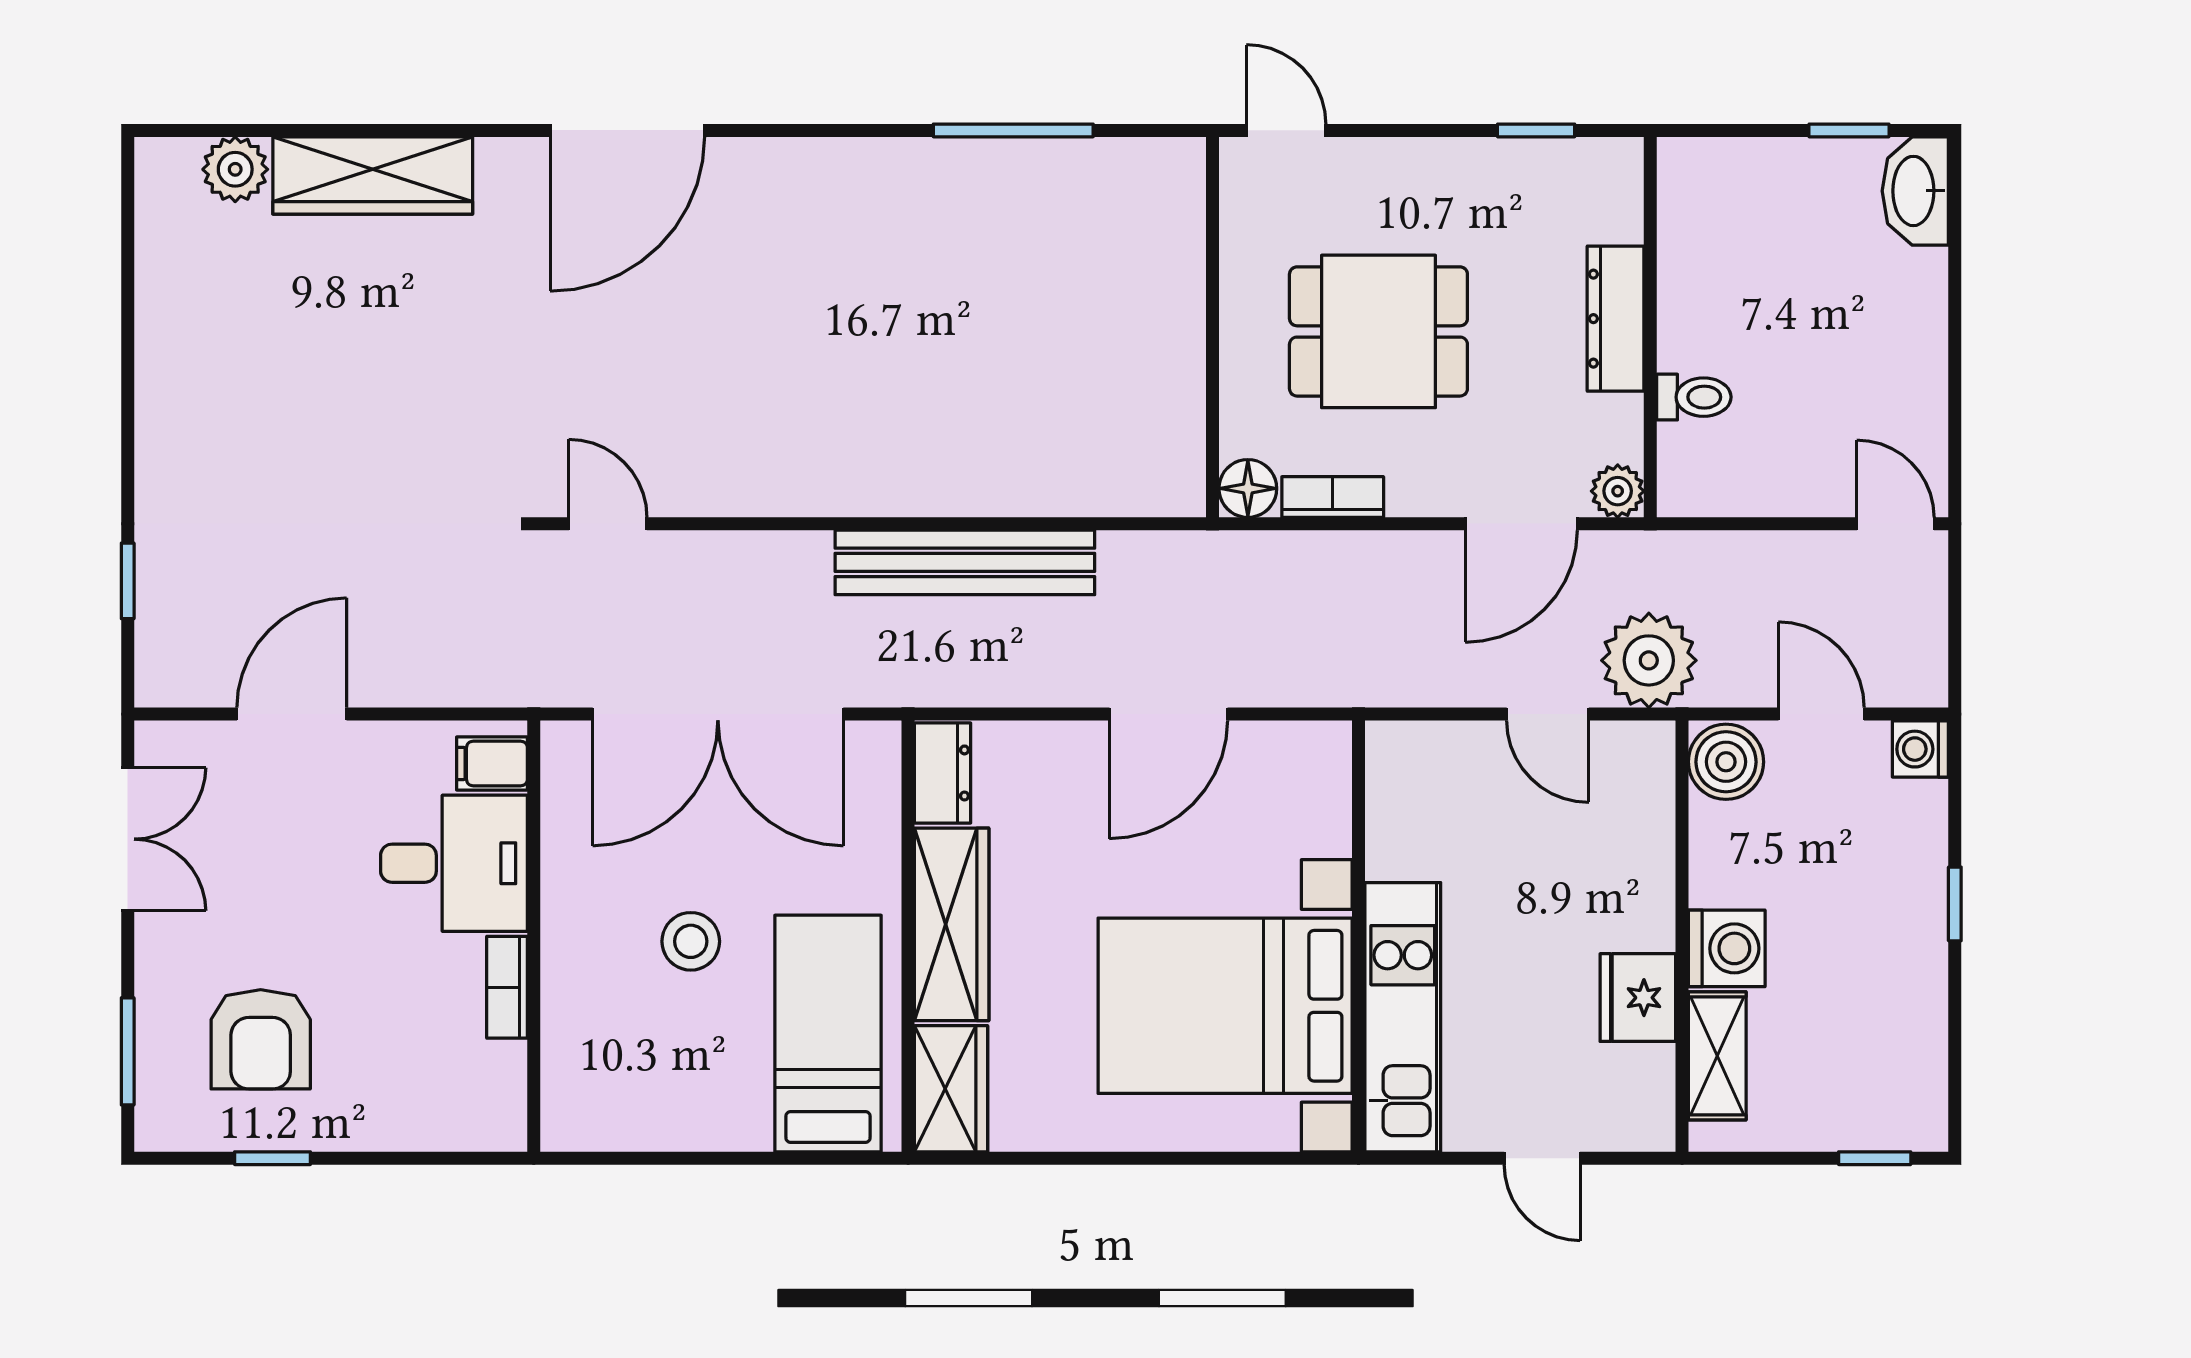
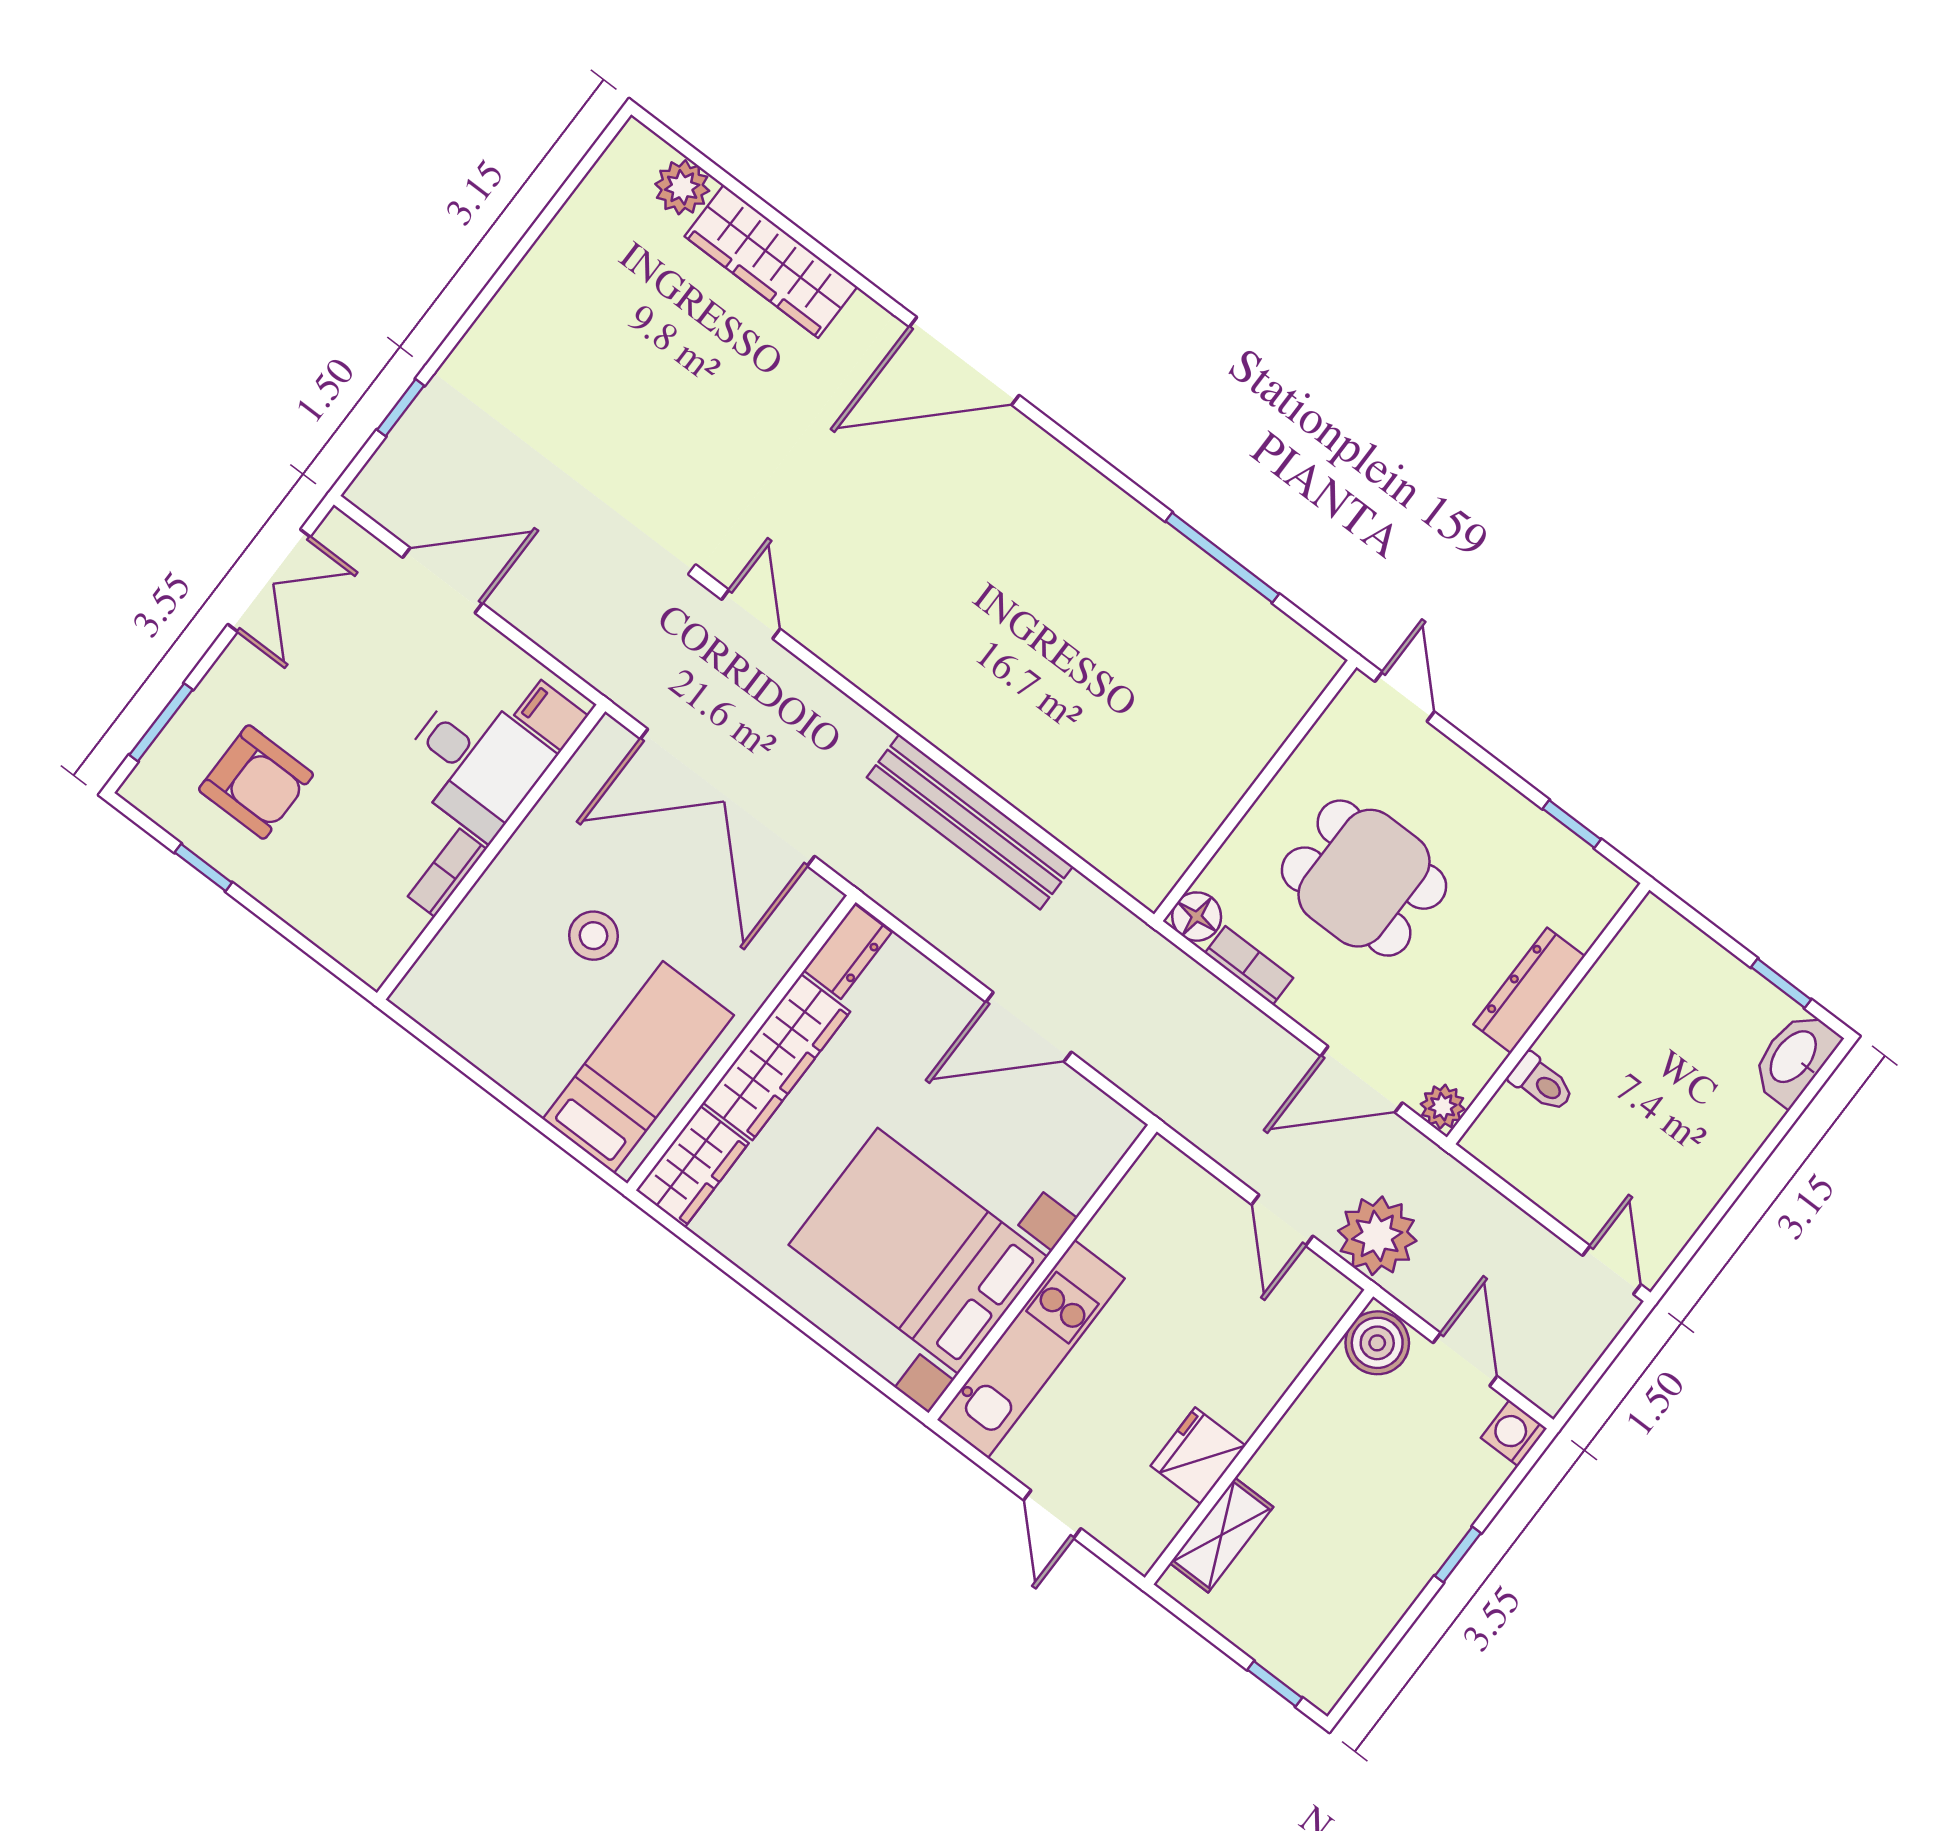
washing machine: (1727, 948) -> (1283, 1468), removed
armchair: (261, 1039) -> (256, 782), turned -90

